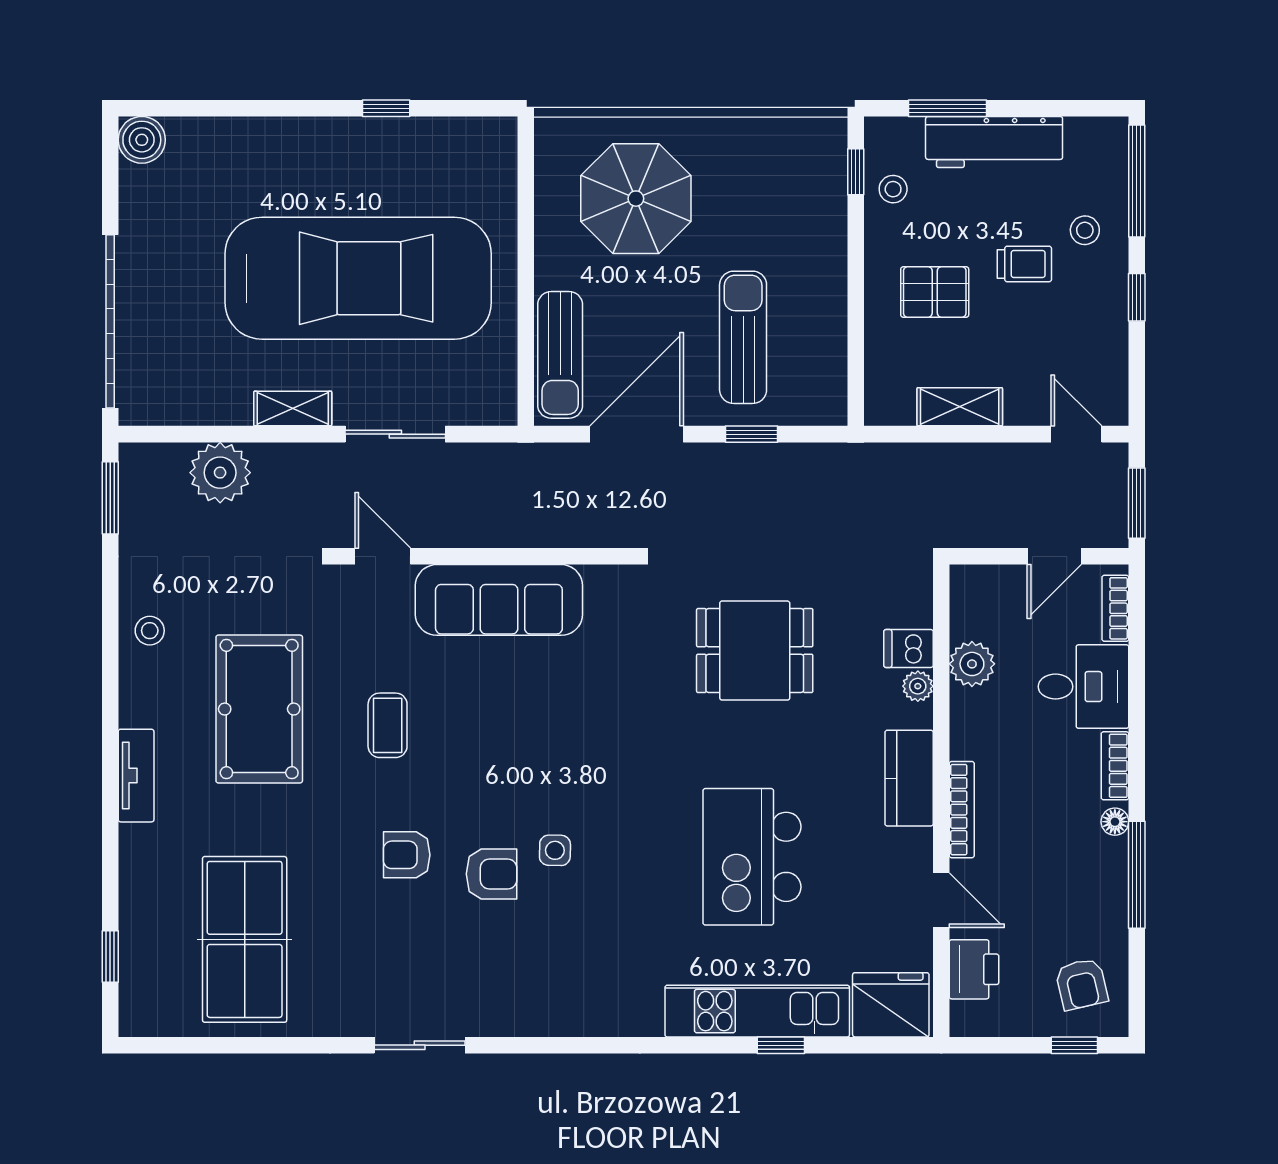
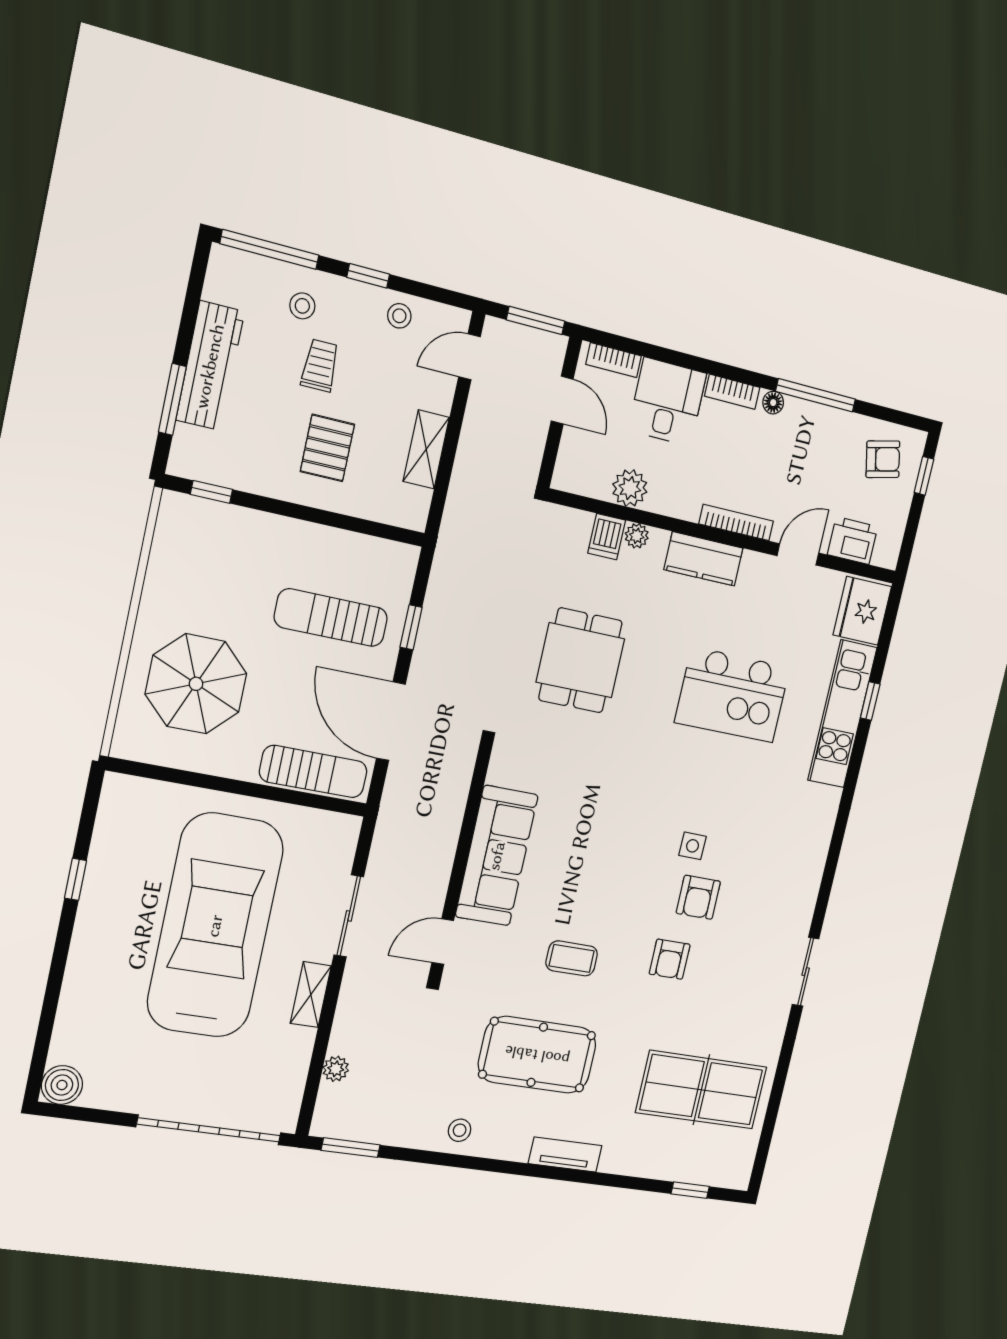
stool: (893, 189) -> (399, 316), moved
plant: (220, 473) -> (336, 1069), width x0.53, depth x0.53
armchair: (491, 874) -> (698, 897), turned 180

